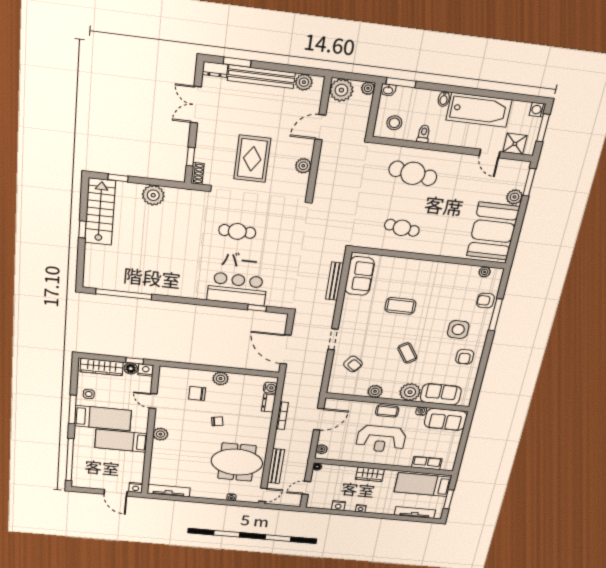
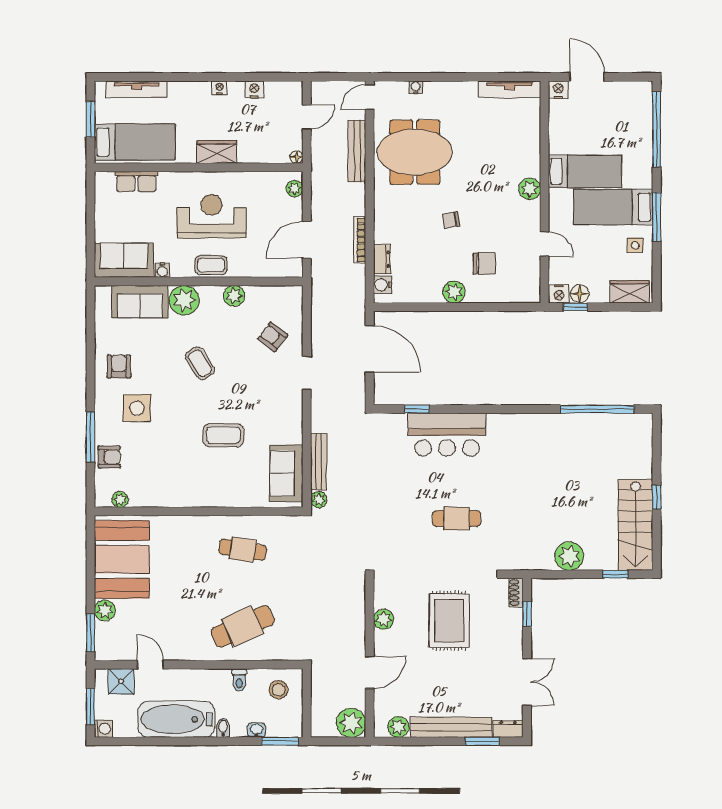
plant: (368, 88) -> (319, 500), moved
washbasin: (388, 90) -> (256, 730), moved
cafe table: (413, 173) -> (243, 626), turned -33
wardrobe: (102, 367) -> (630, 292), width x0.67

